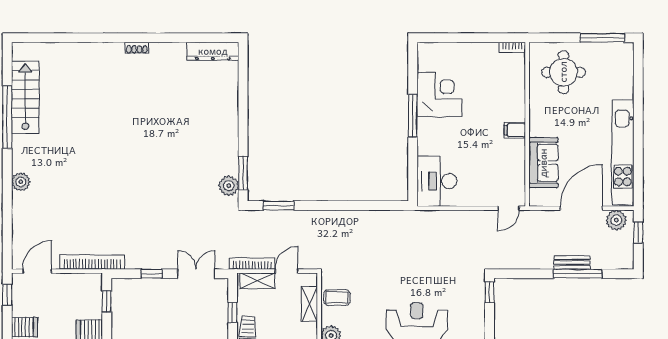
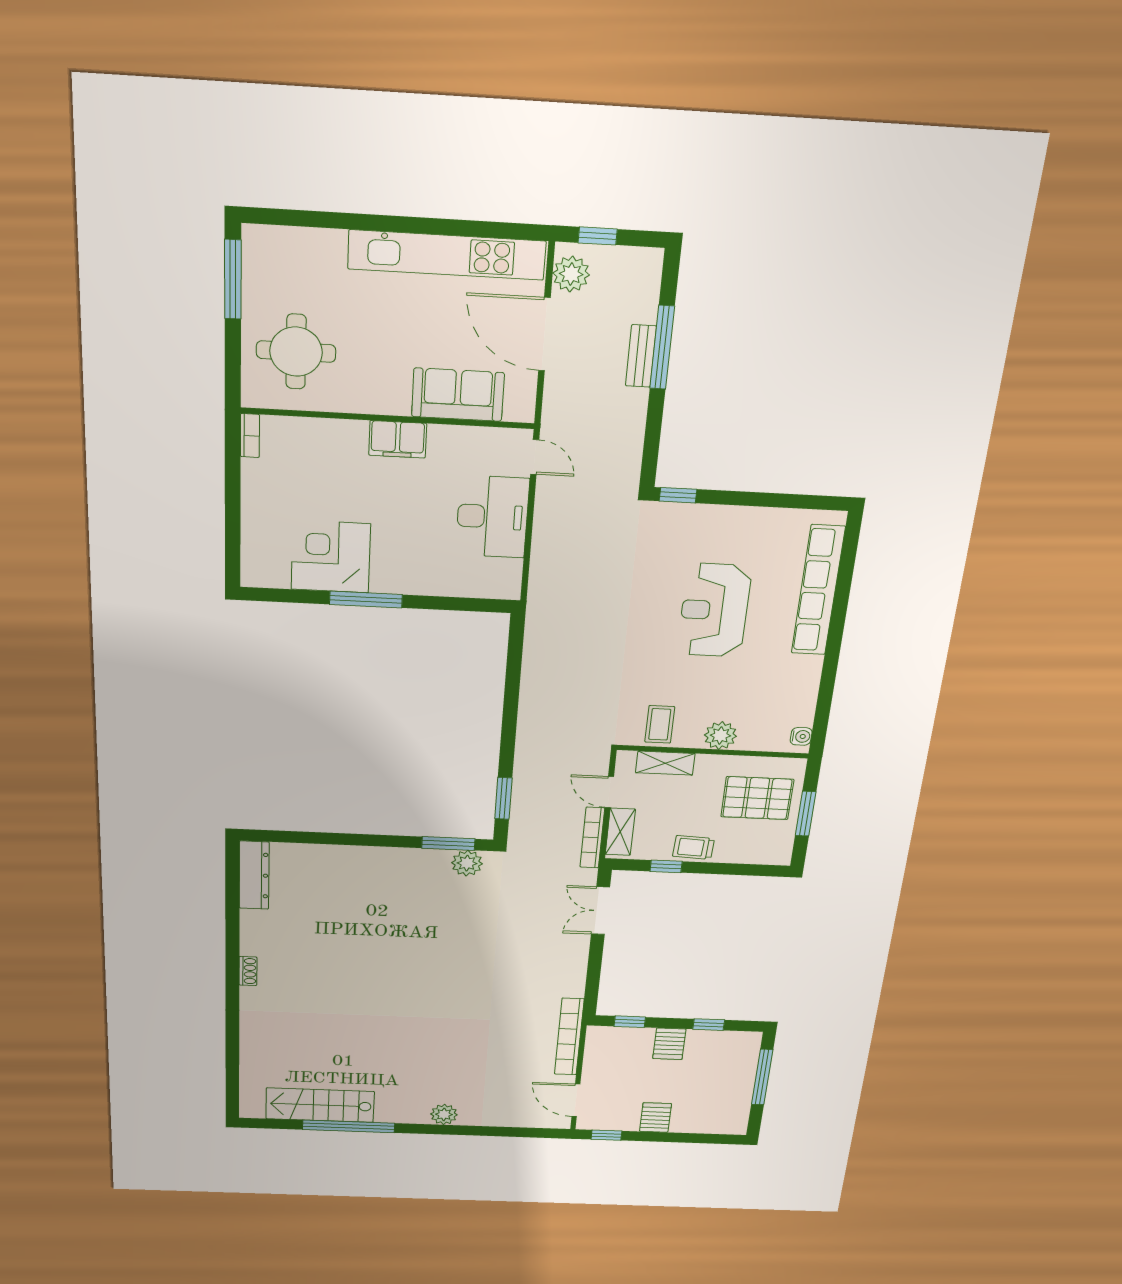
filing cabinet: (515, 130) -> (398, 439), width x2.00
desk: (437, 181) -> (492, 517), moved, turned -90
window: (152, 274) -> (594, 966), removed

